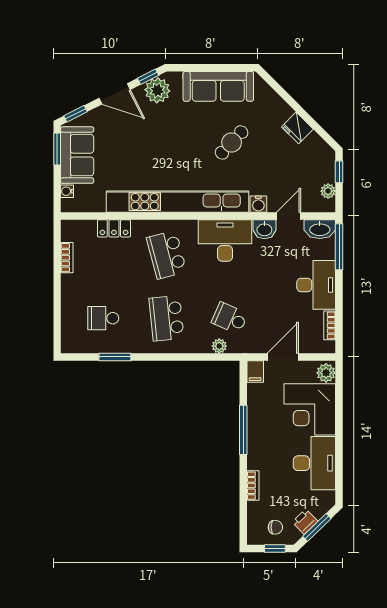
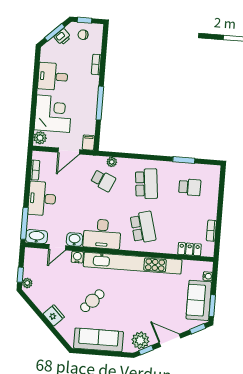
fridge: (297, 128) -> (54, 316), moved
plant: (328, 191) -> (27, 283), moved
locker: (114, 228) -> (189, 249), moved
desk: (314, 463) -> (53, 76), width x0.73

